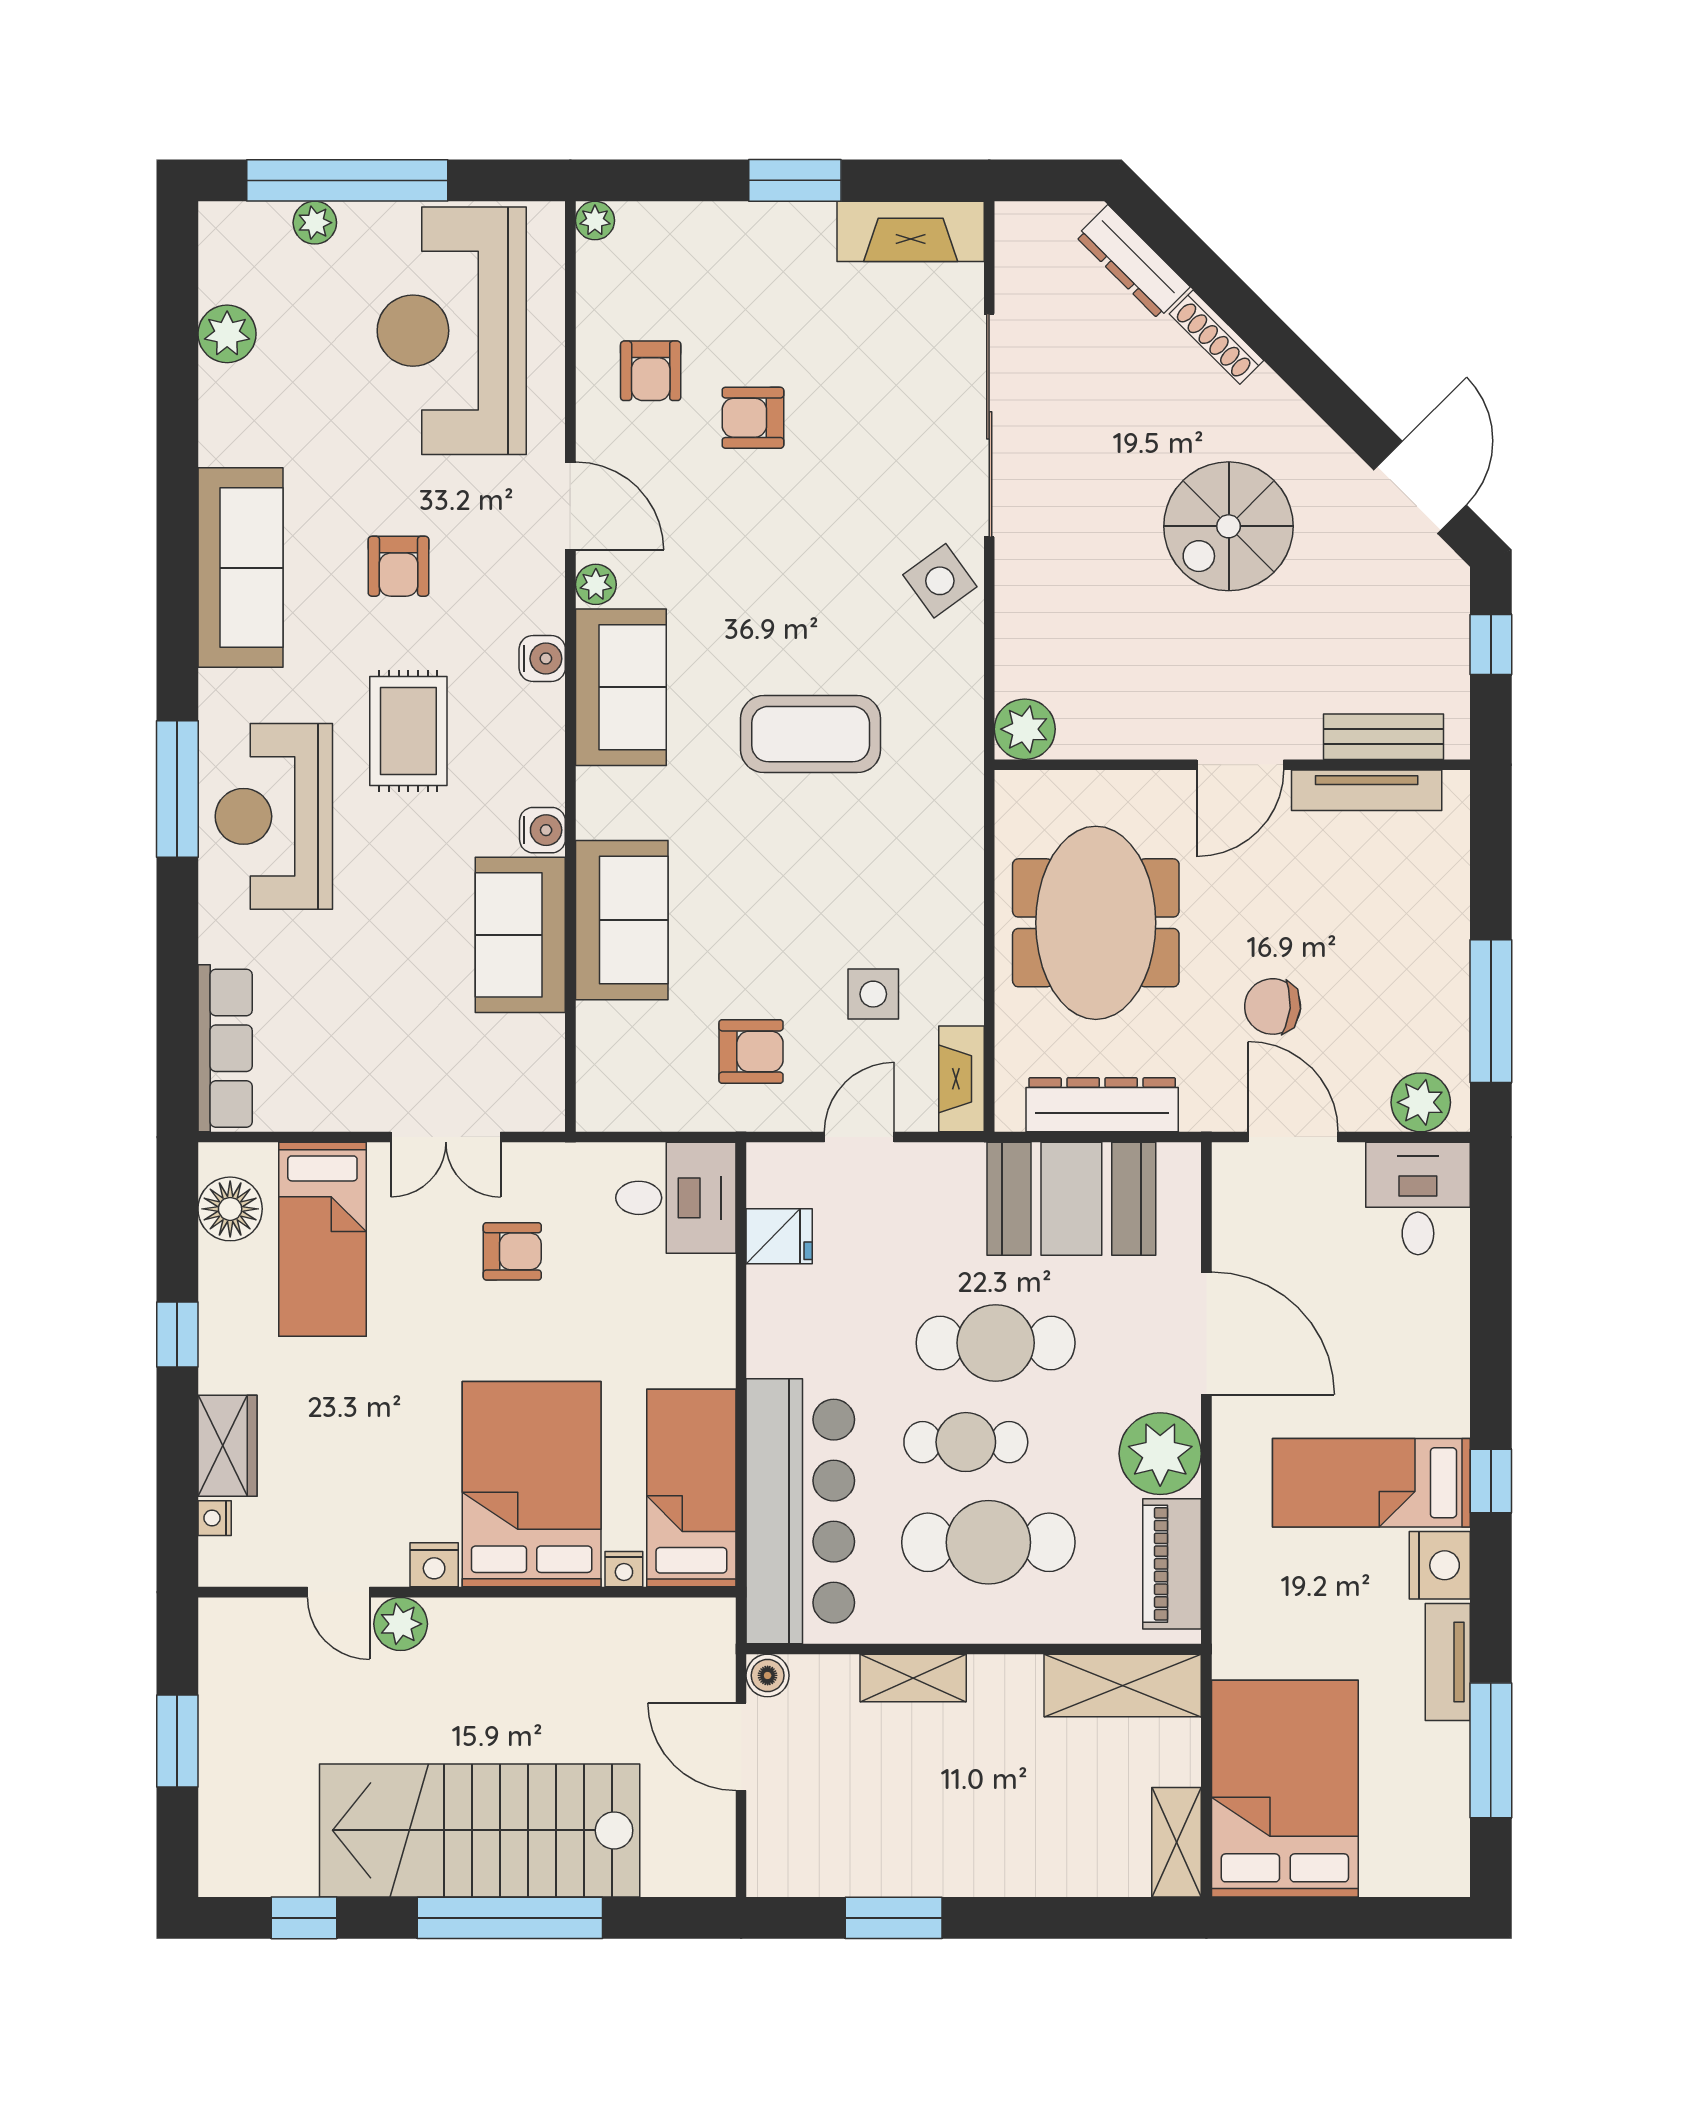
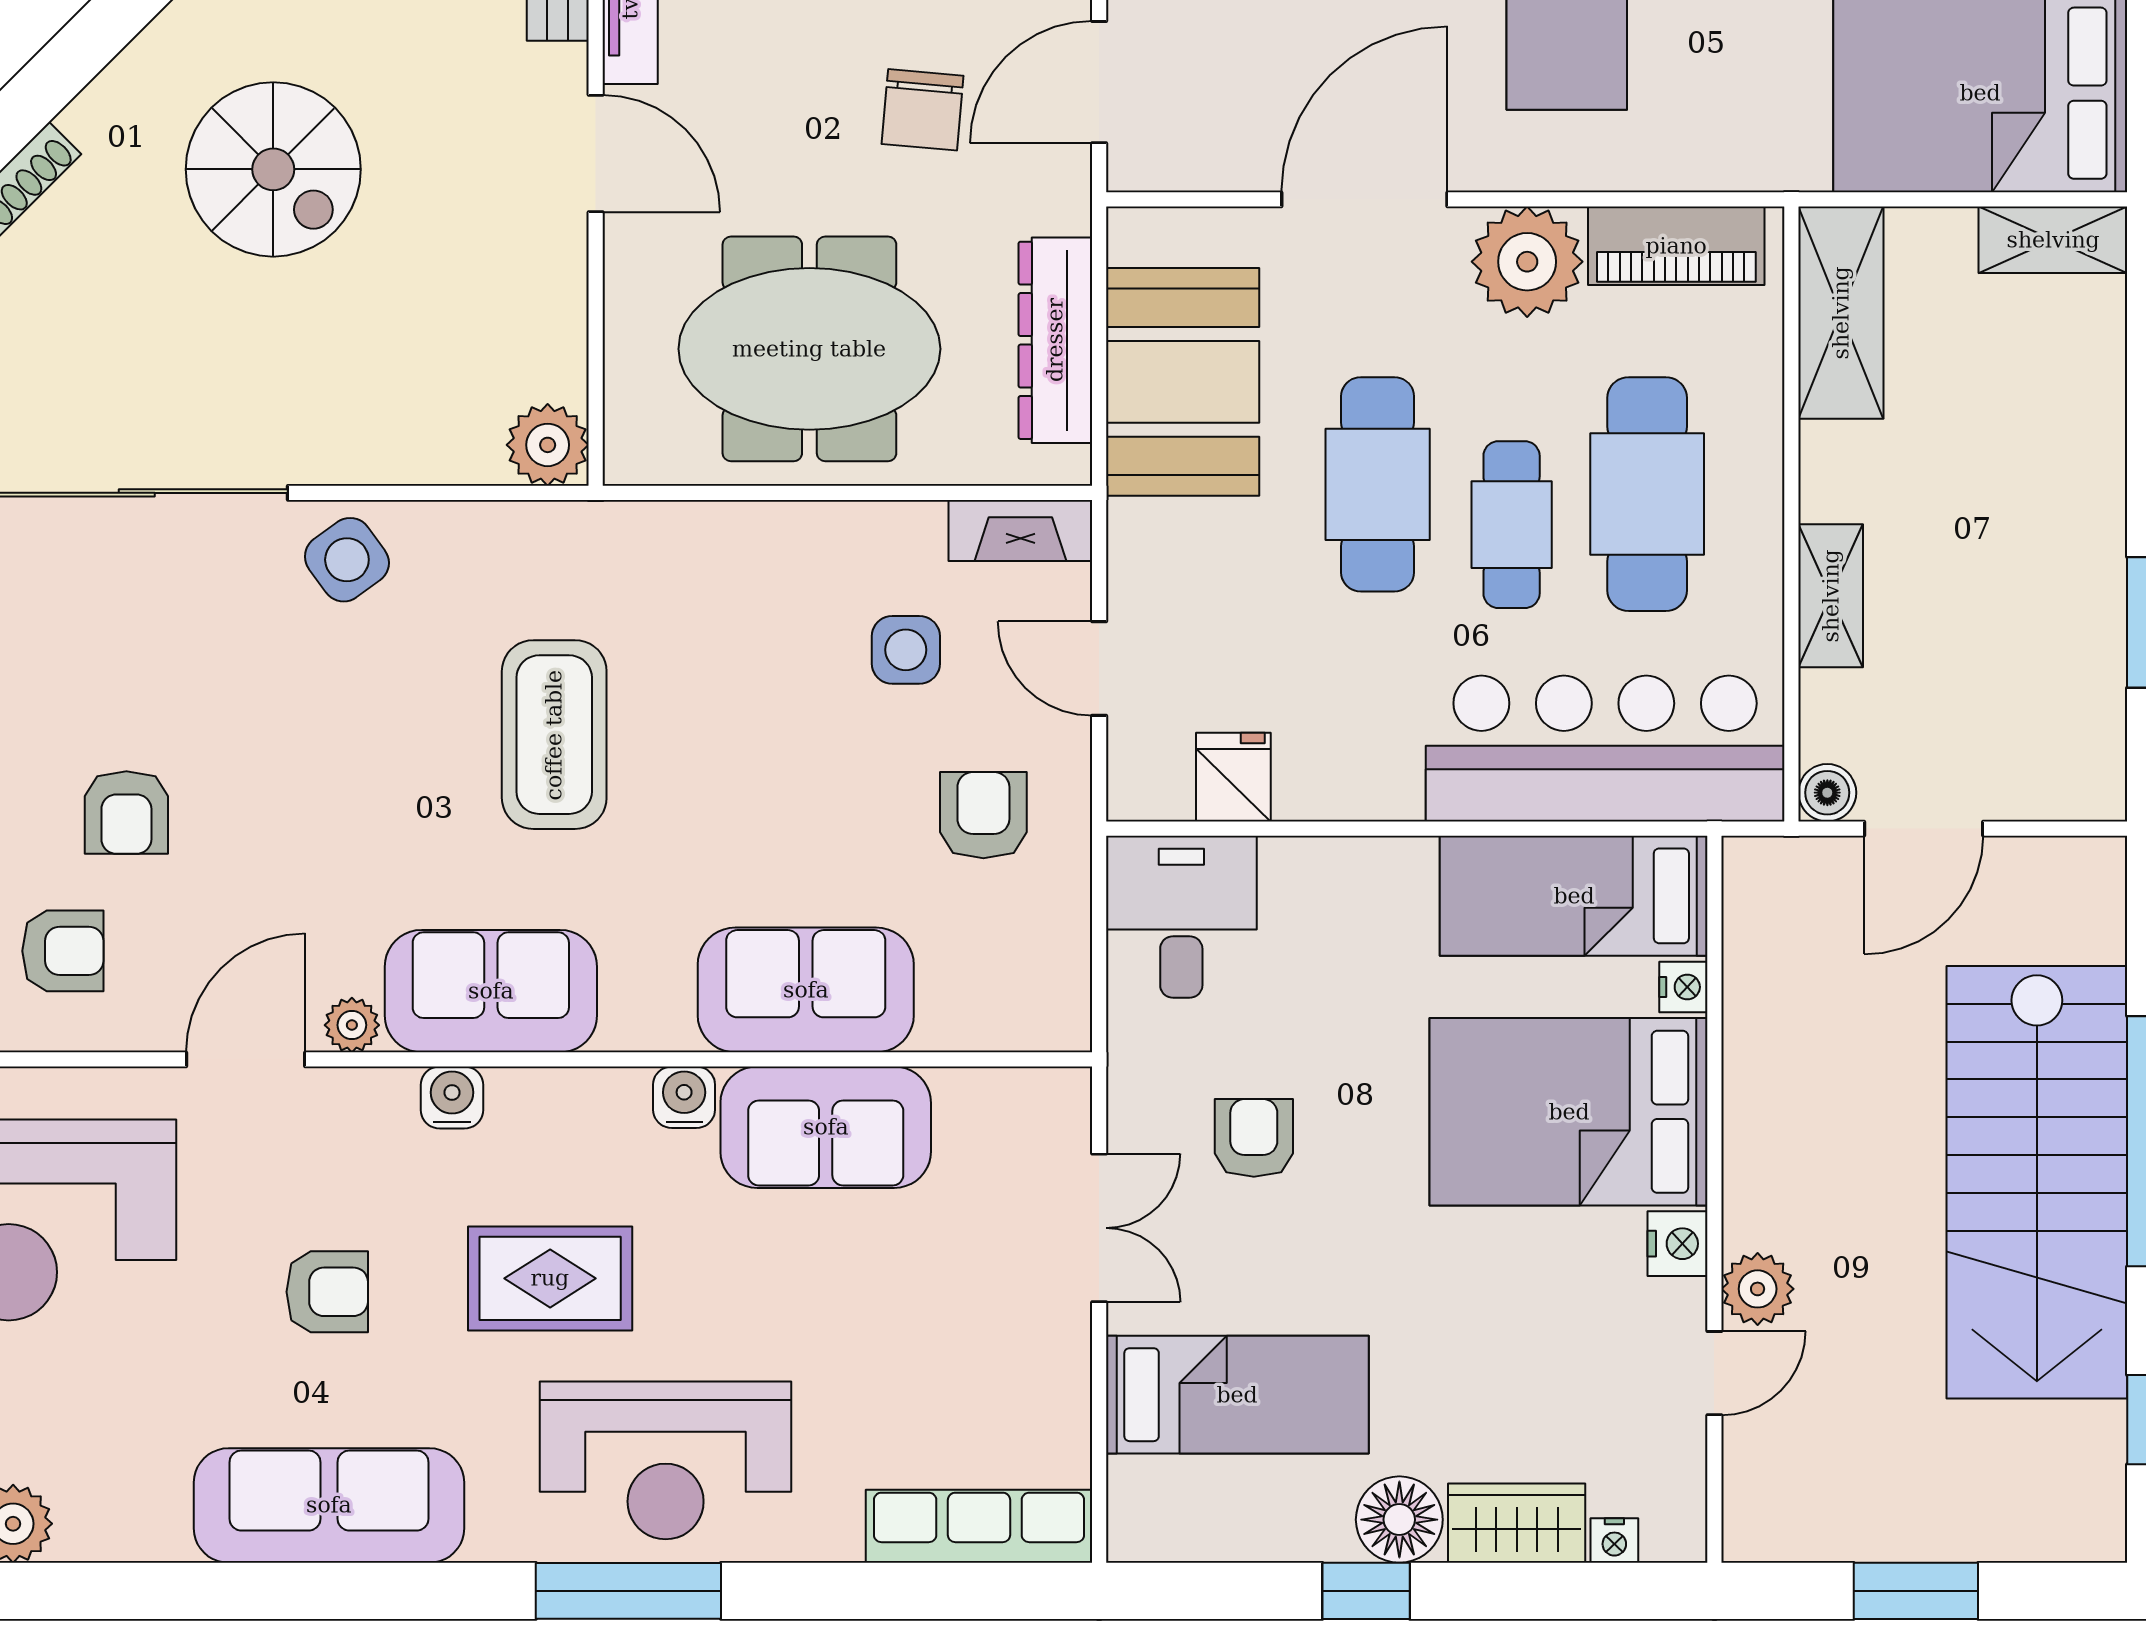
floor lamp: (230, 1209) -> (1399, 1520), moved

